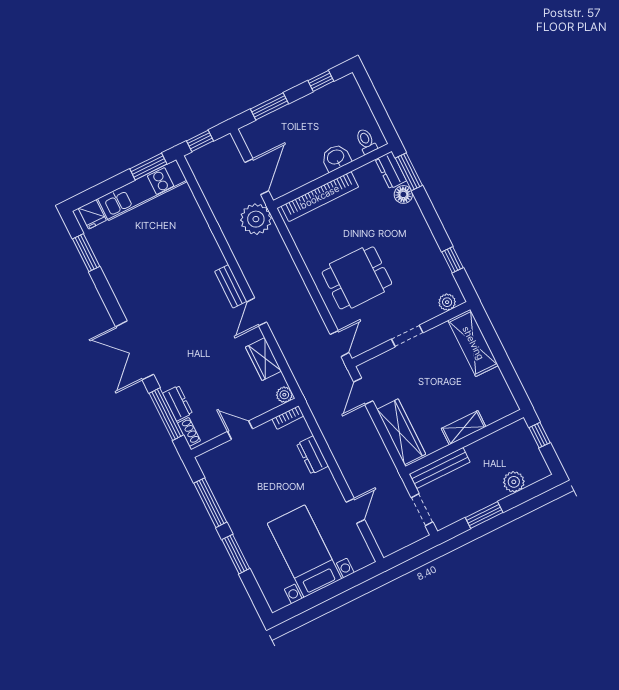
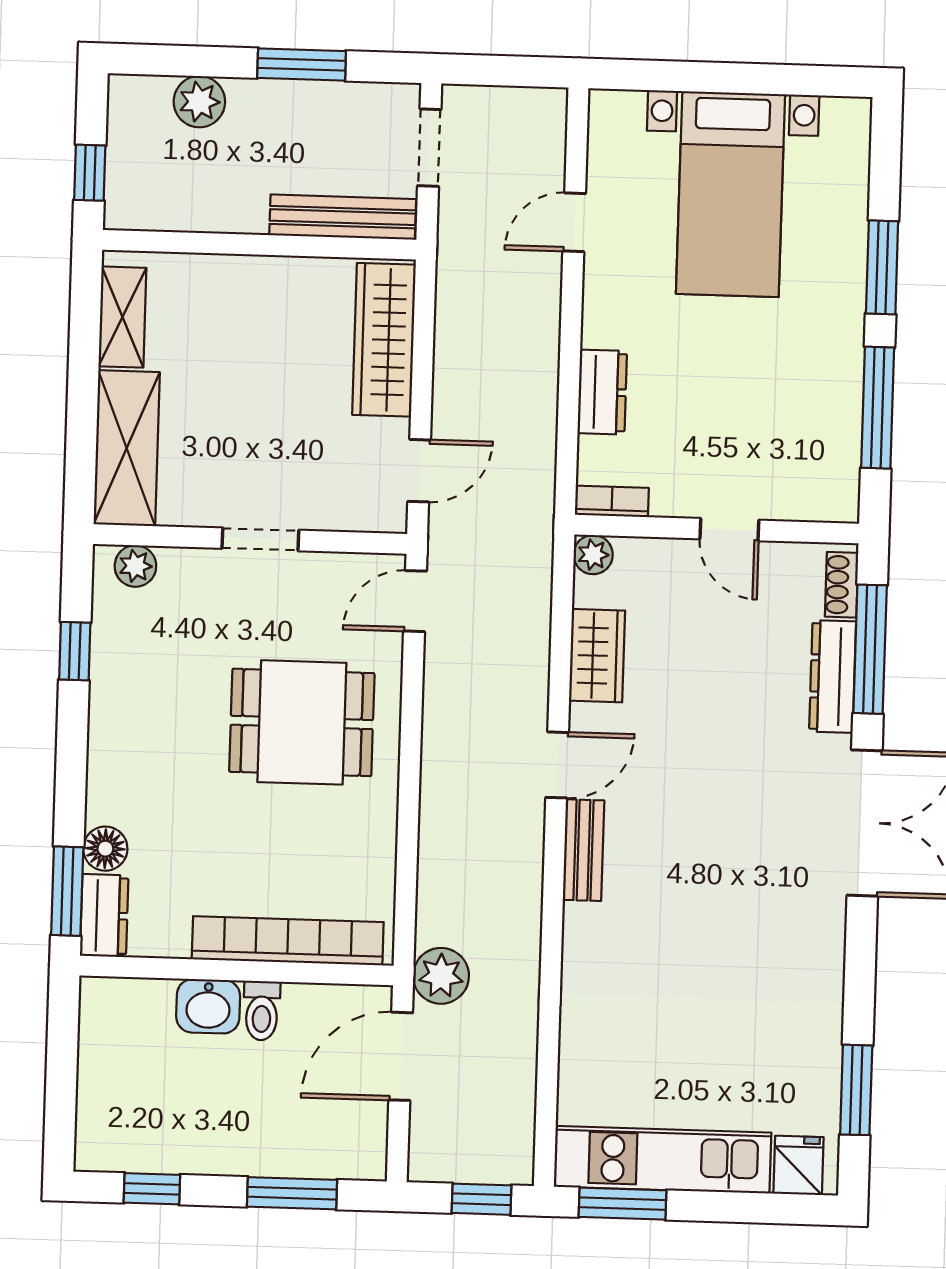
toilet: (366, 141) -> (262, 1011), moved
plant: (256, 219) -> (441, 976), width x0.73, depth x0.73
dresser: (178, 403) -> (833, 677), width x1.44
shelving: (464, 428) -> (122, 317), moved, turned 90

